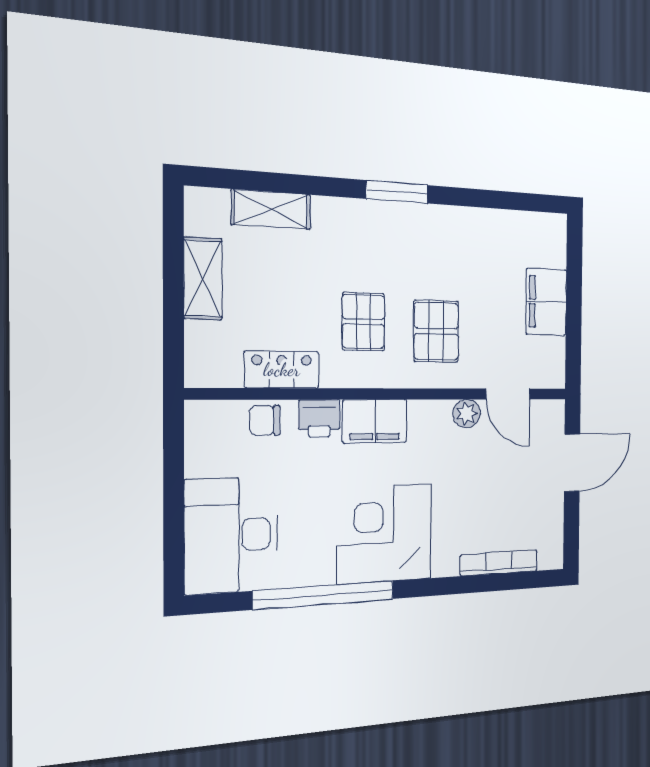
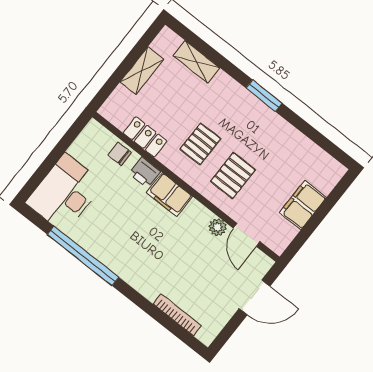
corner desk: (385, 533) -> (133, 251), removed

